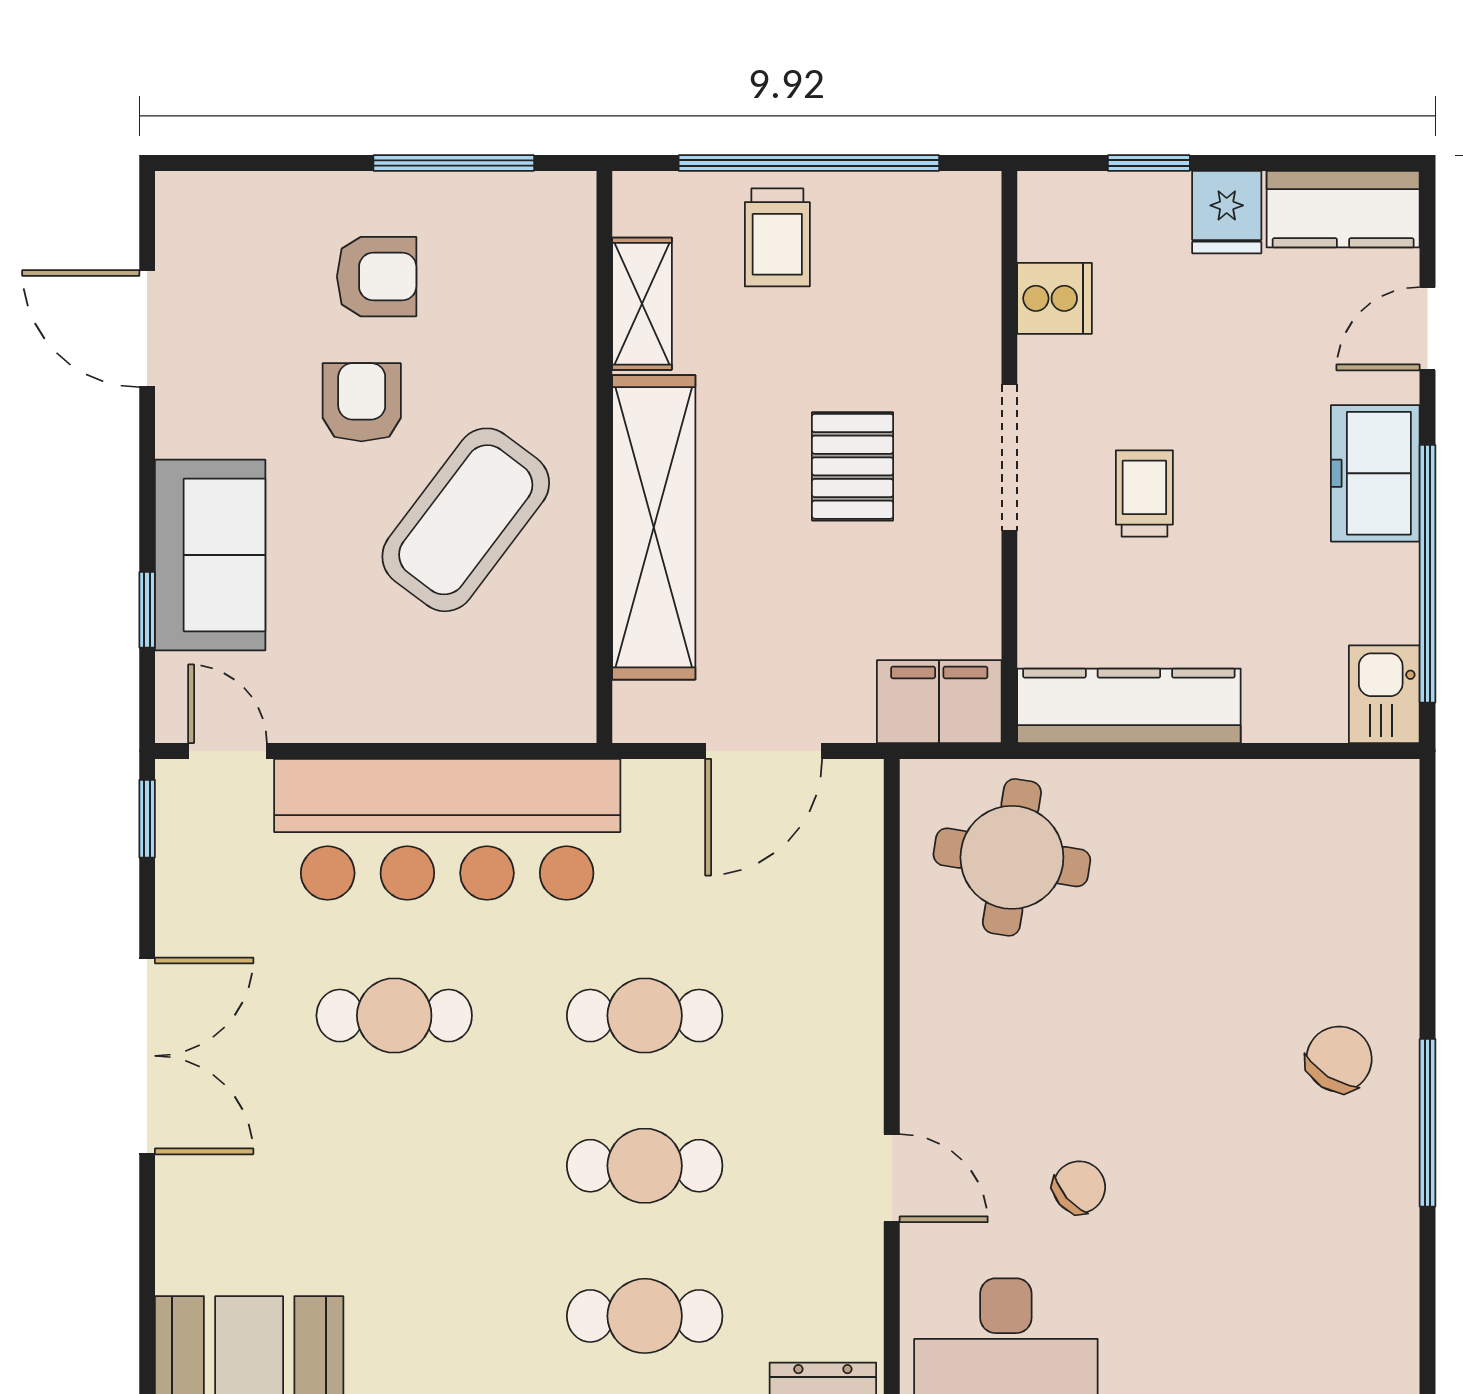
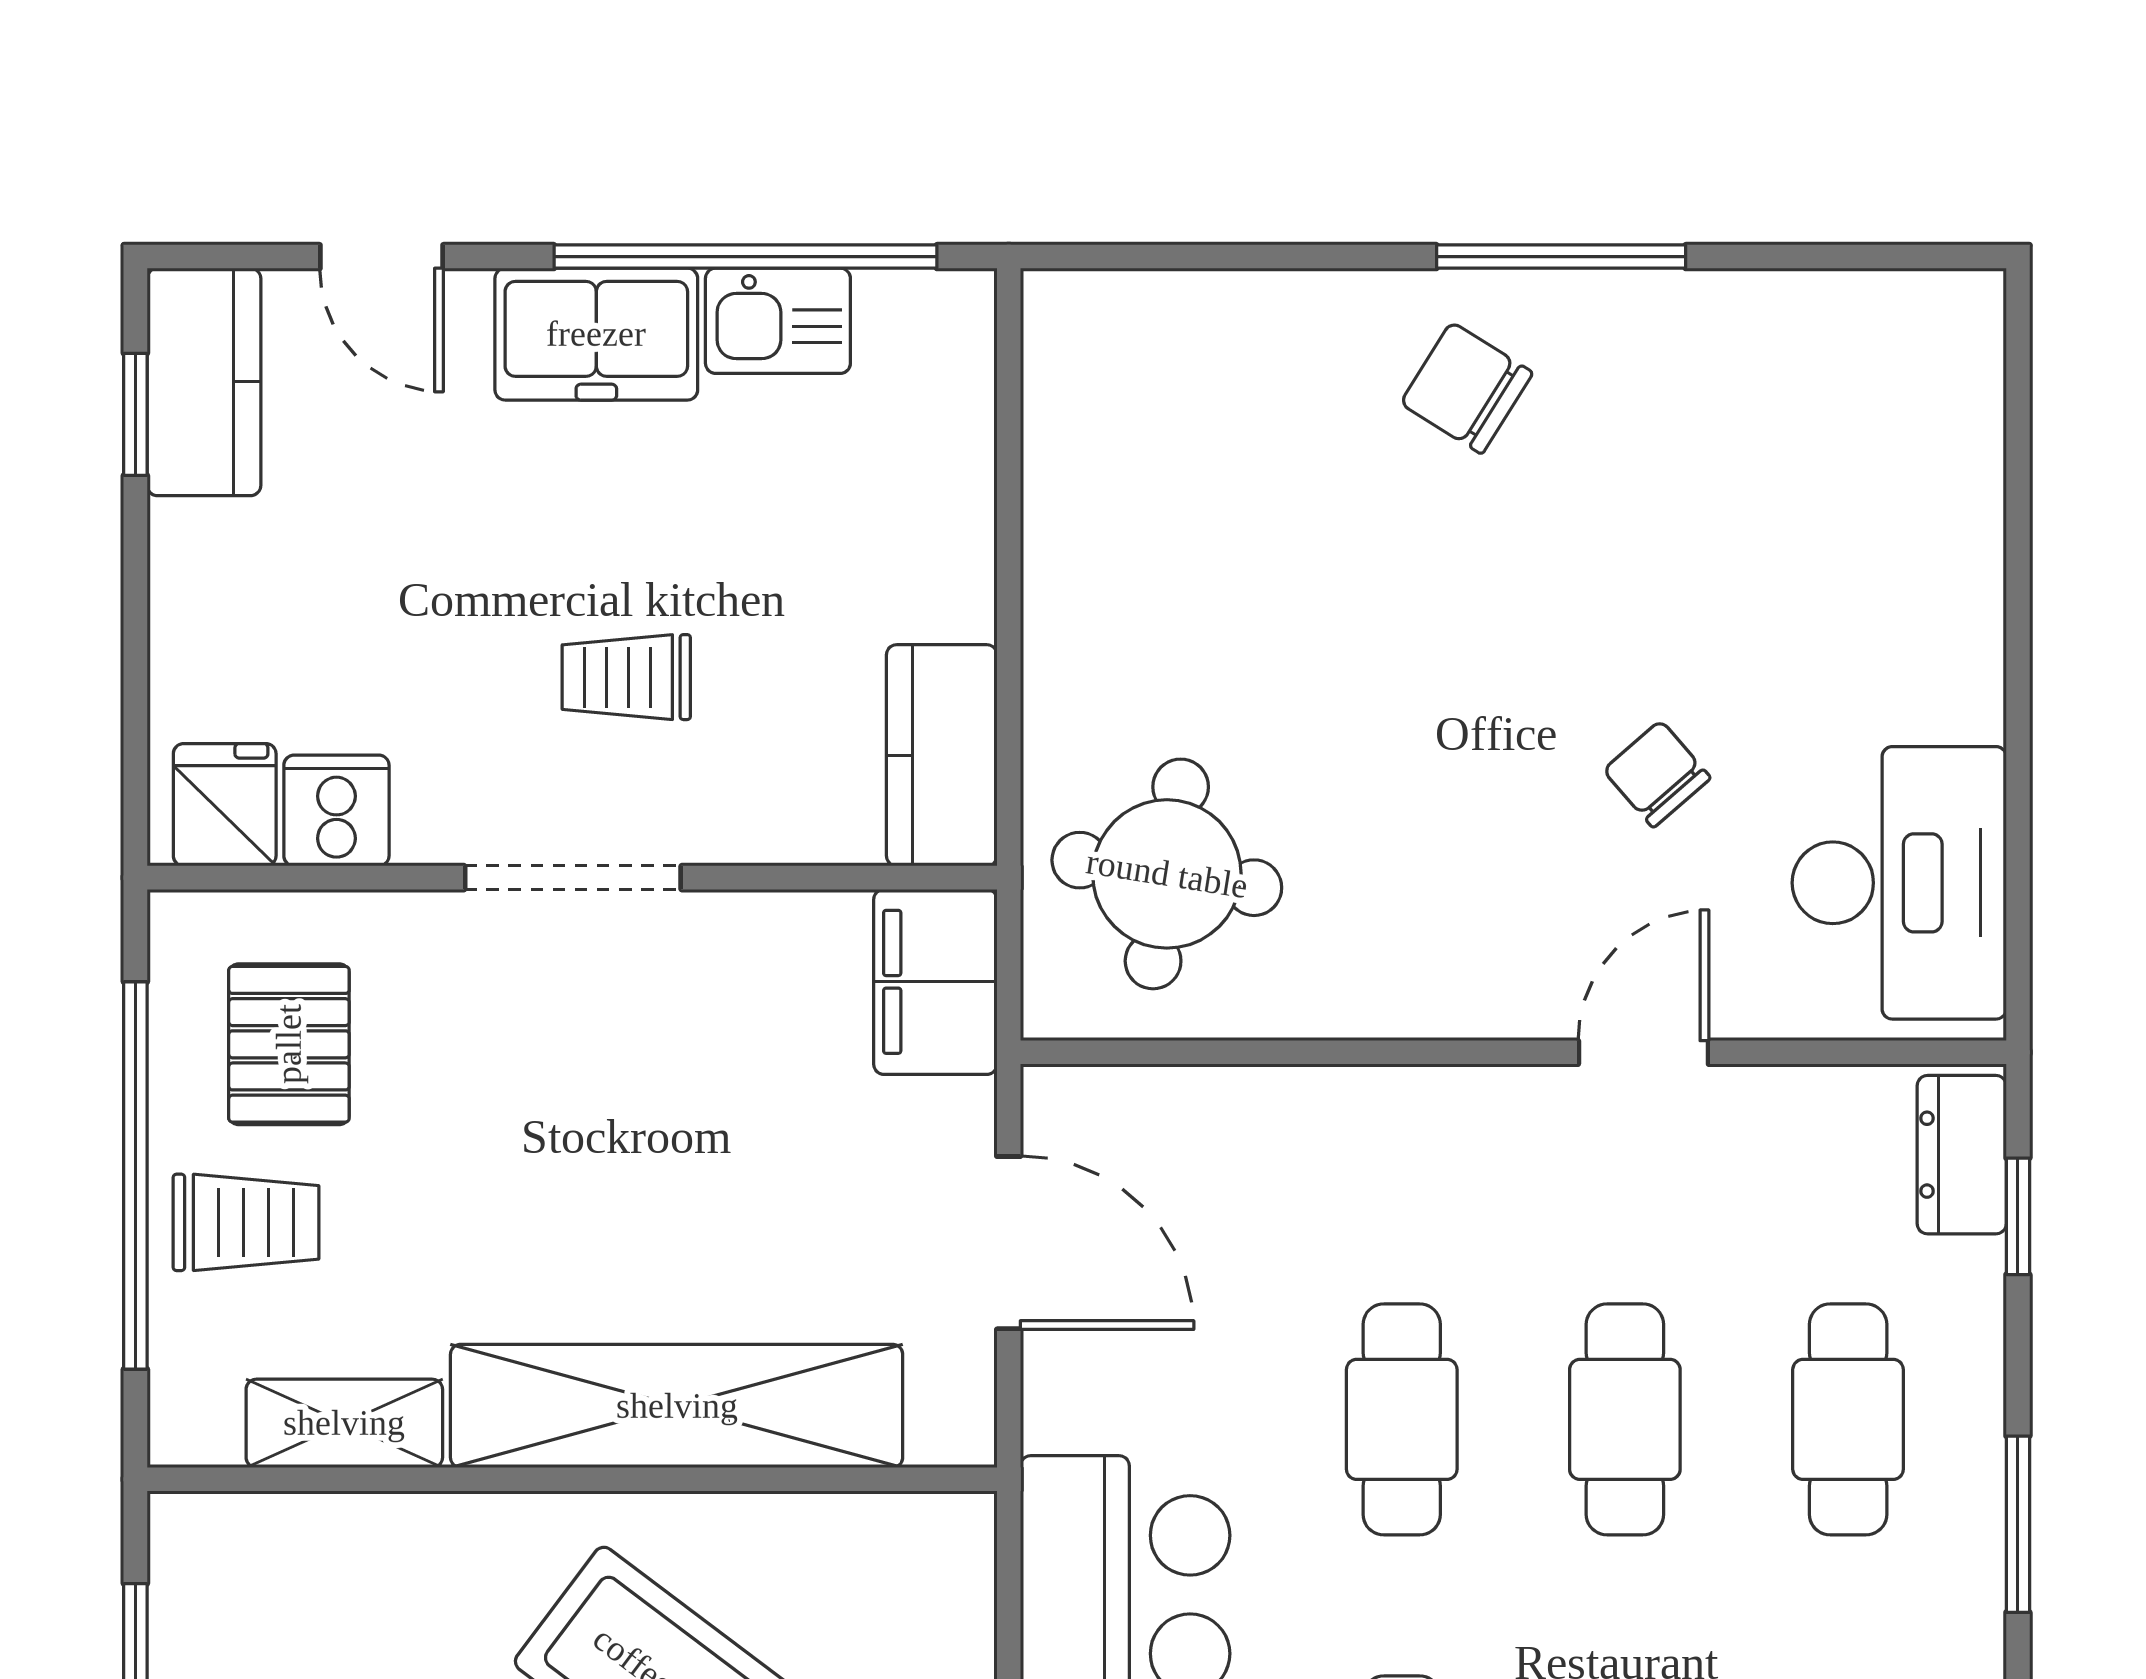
window: (1149, 163) -> (135, 414), moved
fridge: (1227, 212) -> (225, 805), moved, turned -90
pallet: (853, 466) -> (289, 1044), moved, turned 90
kitchen sink: (1384, 694) -> (778, 321), moved
kitchen counter: (1129, 706) -> (942, 755), width x0.67

